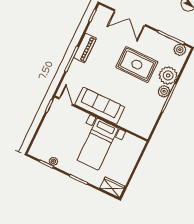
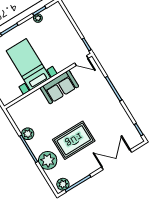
piano: (85, 48) -> (116, 106), removed
plant: (164, 91) -> (28, 134), moved
sofa: (100, 106) -> (59, 87), width x0.73

